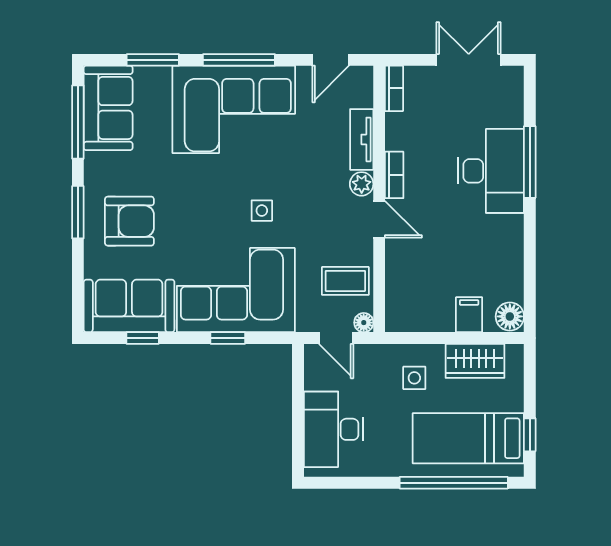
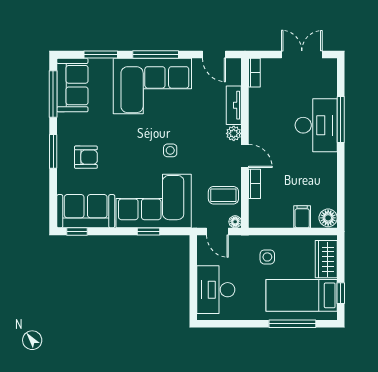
door: (331, 60) -> (214, 55), hinge flipped
bookcase: (394, 175) -> (255, 184), moved
armchair: (129, 221) -> (86, 157), width x0.72, depth x0.72
window: (143, 338) -> (77, 232), moved
wardrobe: (475, 361) -> (326, 259), moved, turned 90
window: (454, 483) -> (292, 324), width x0.68

